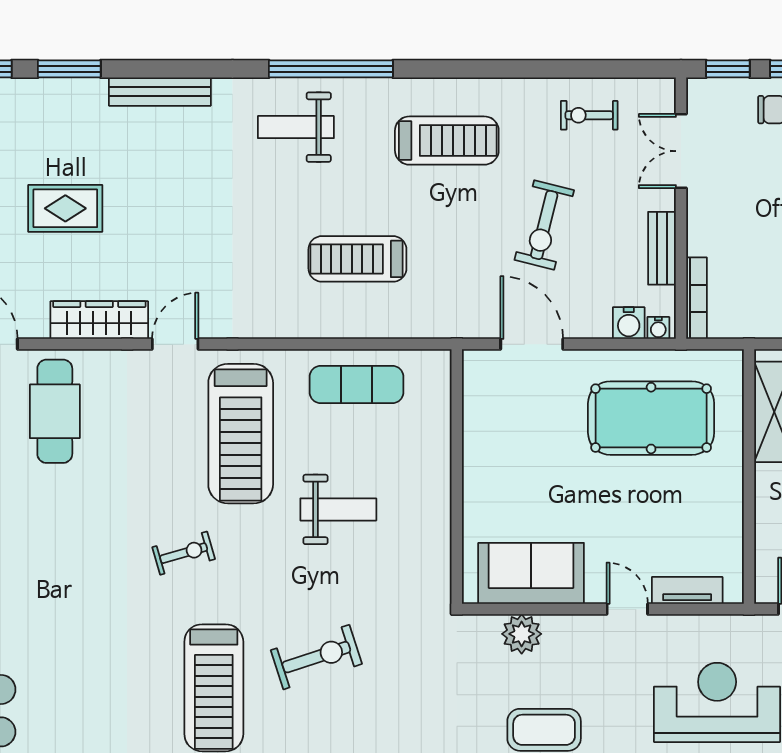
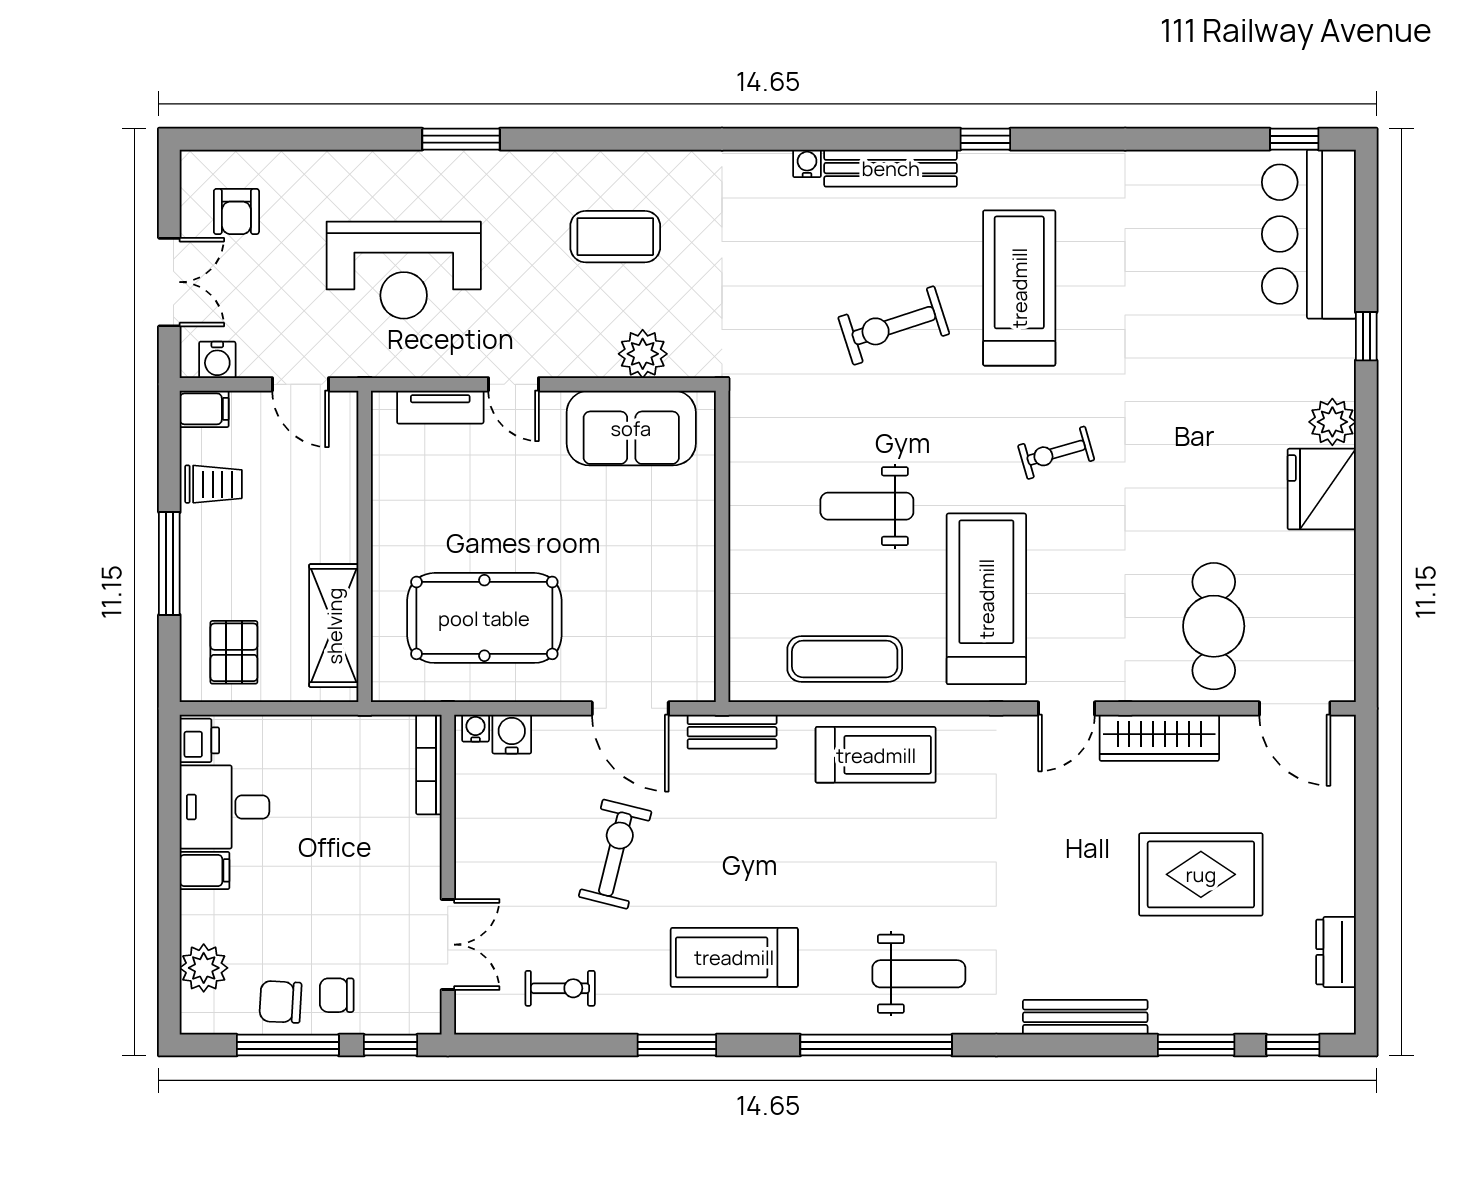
window: (494, 69) -> (677, 1045), added
rug: (65, 208) -> (1201, 874), width x1.36, depth x1.43
bench: (662, 248) -> (732, 732), moved, turned 90
treadmill: (357, 259) -> (876, 755), moved

